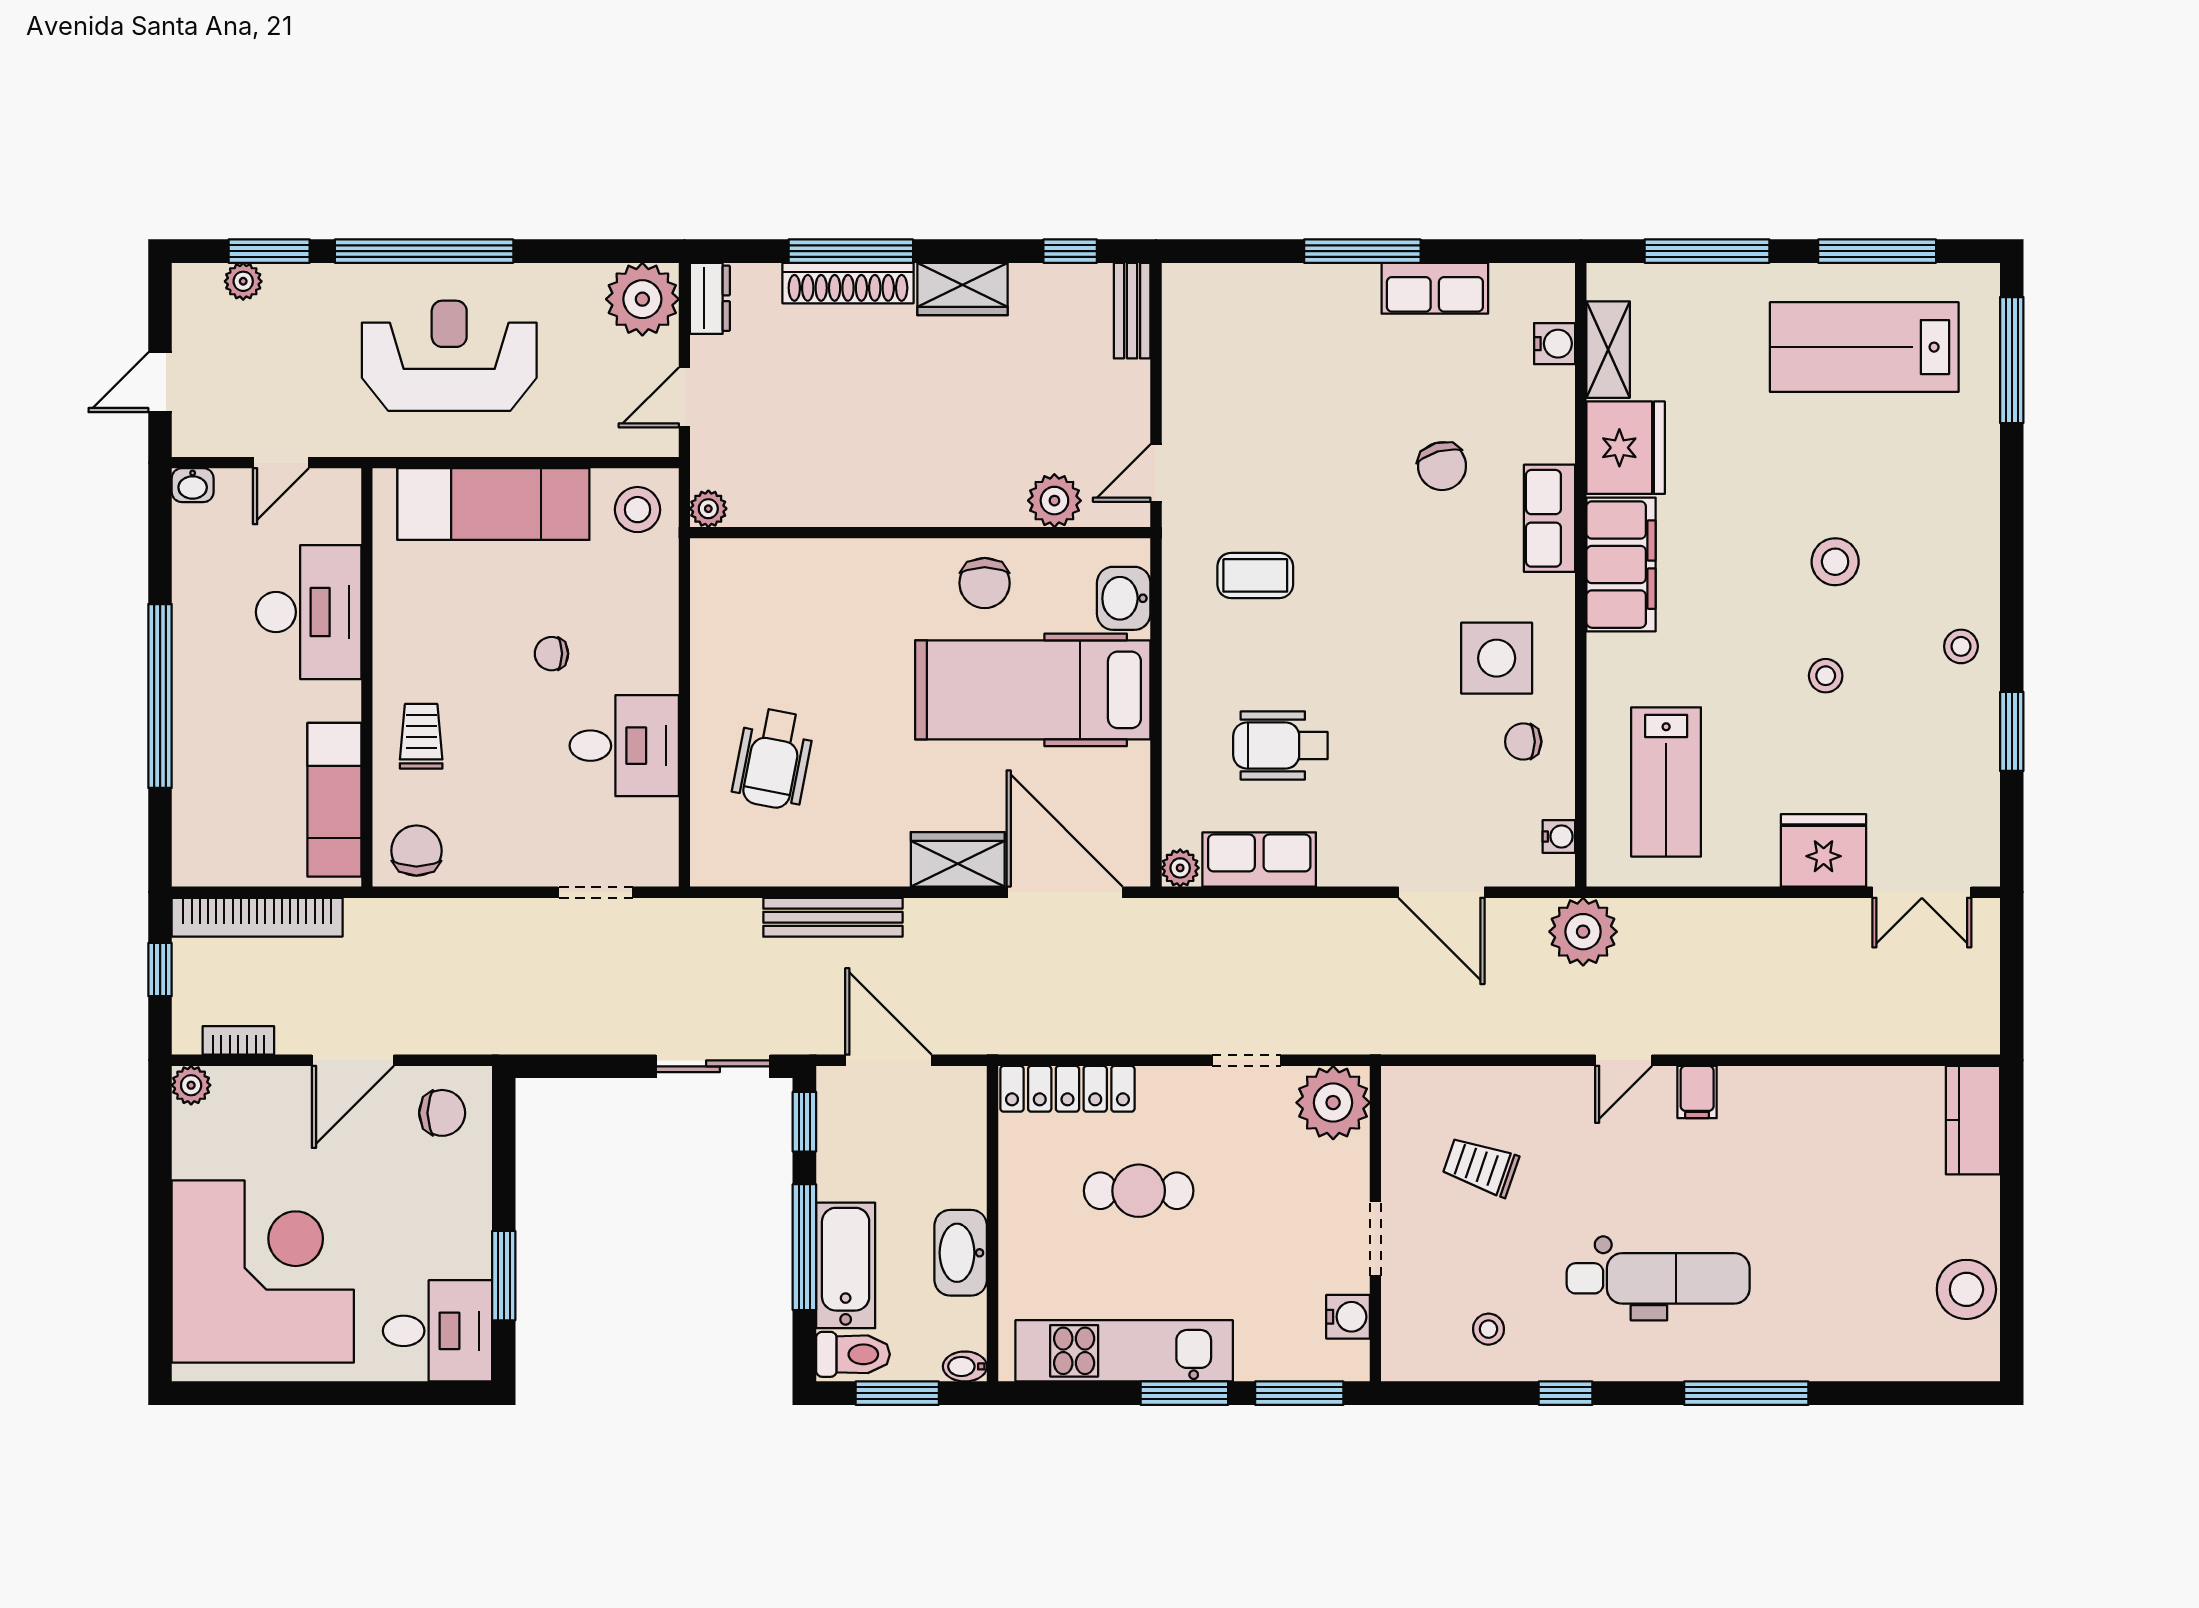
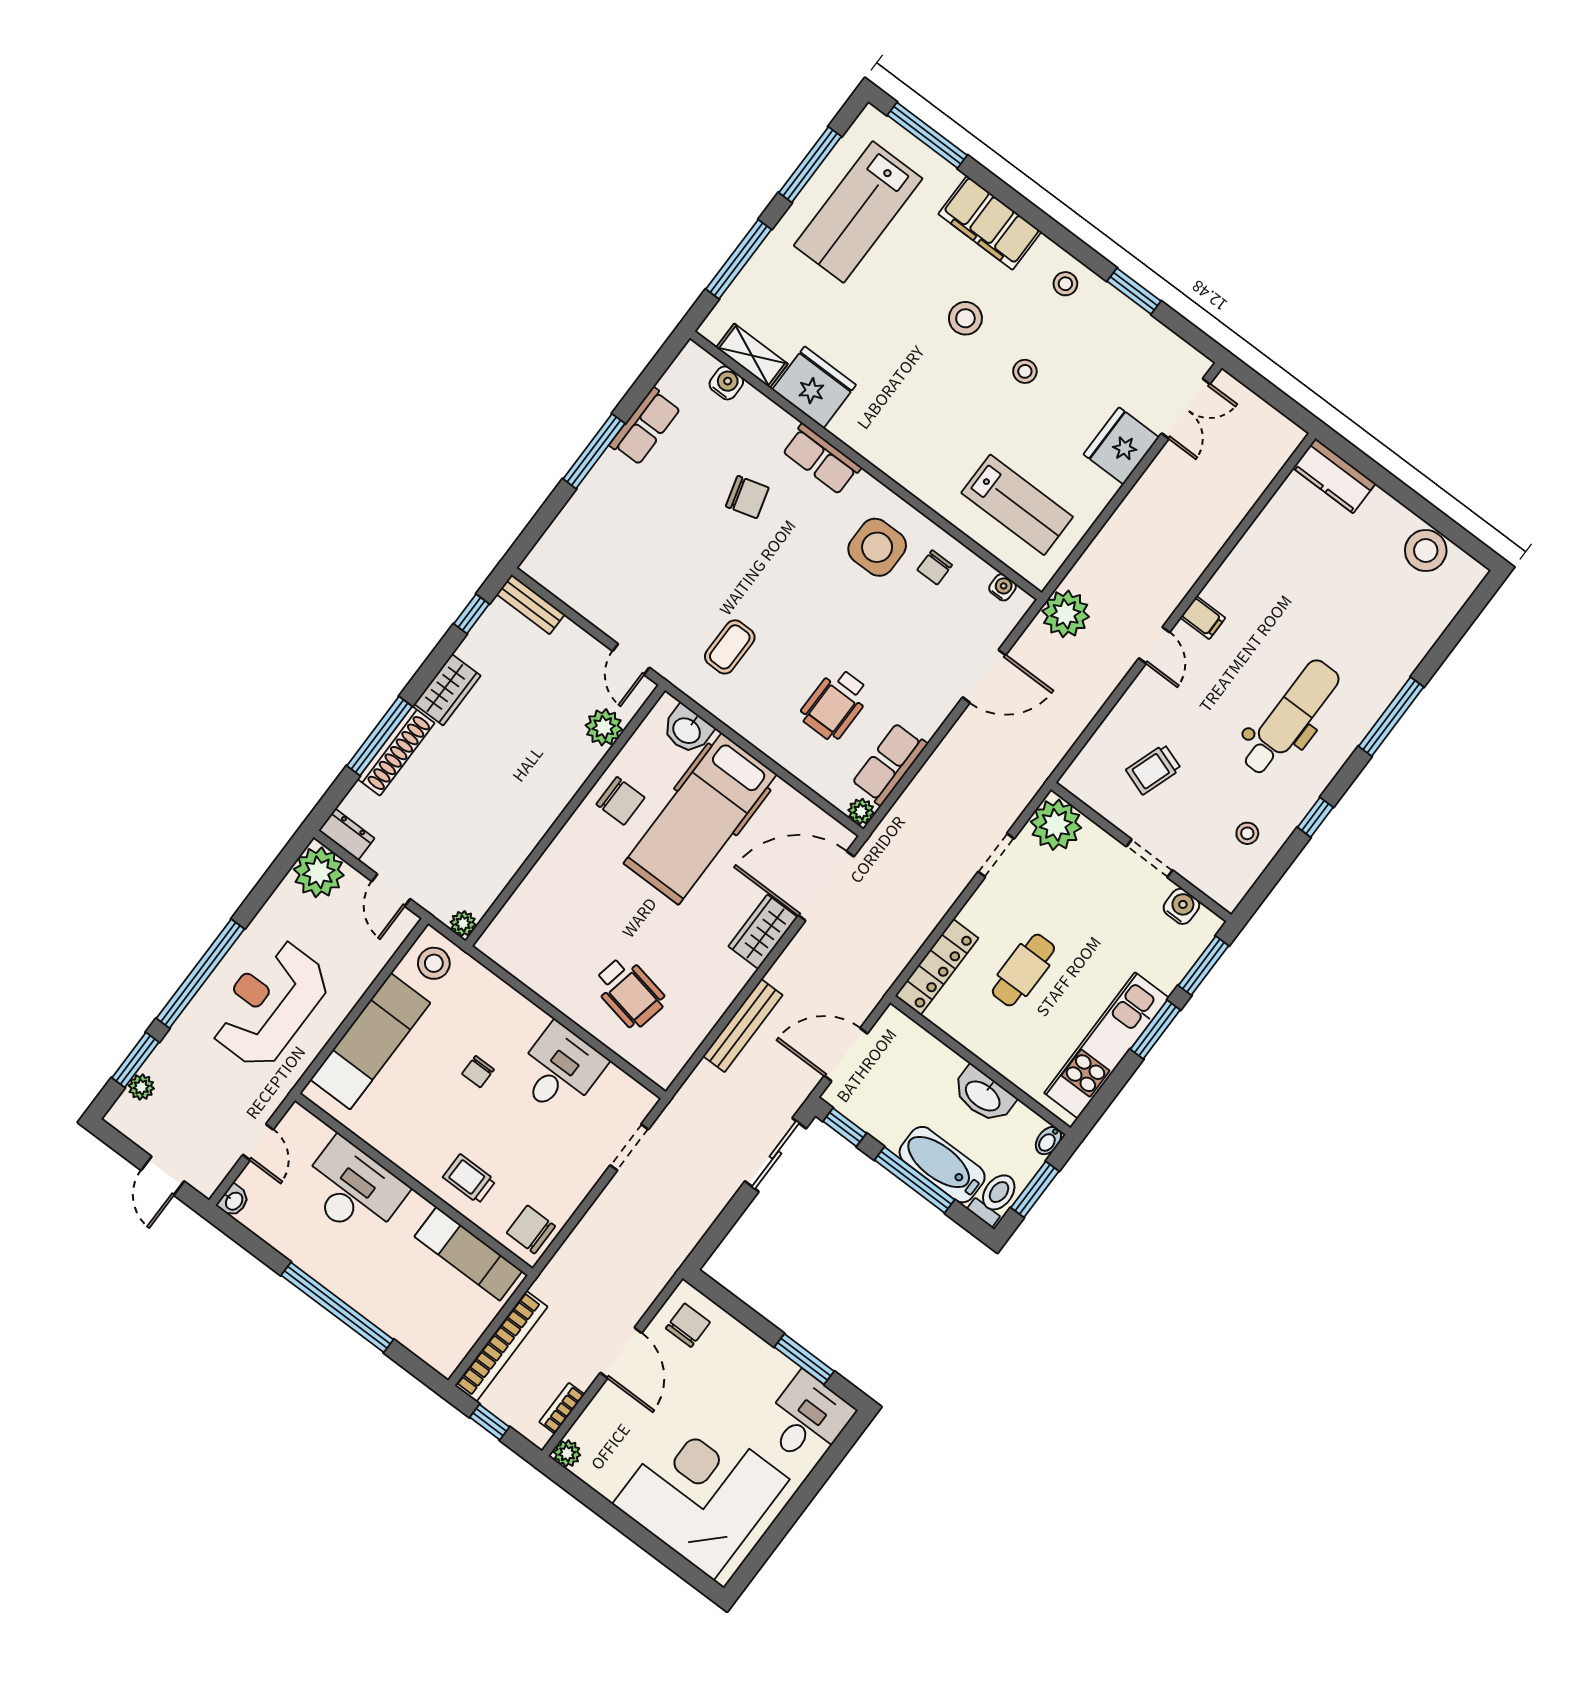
filing cabinet: (1621, 565) -> (990, 223), moved, turned 180

